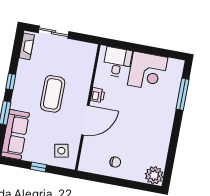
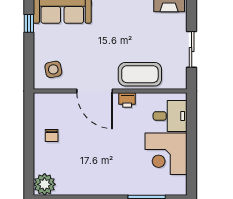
sliding door: (54, 32) -> (192, 49), moved
coffee table: (53, 94) -> (140, 74), moved
window: (38, 167) -> (29, 23), moved

